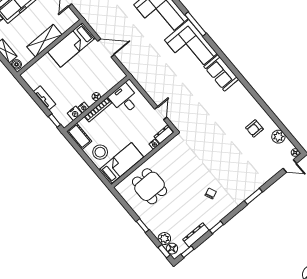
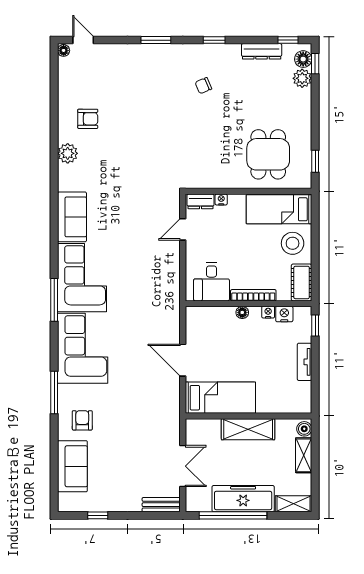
plant: (278, 137) -> (68, 153), moved
window: (143, 226) -> (315, 161), moved
window: (217, 227) -> (214, 40), moved

